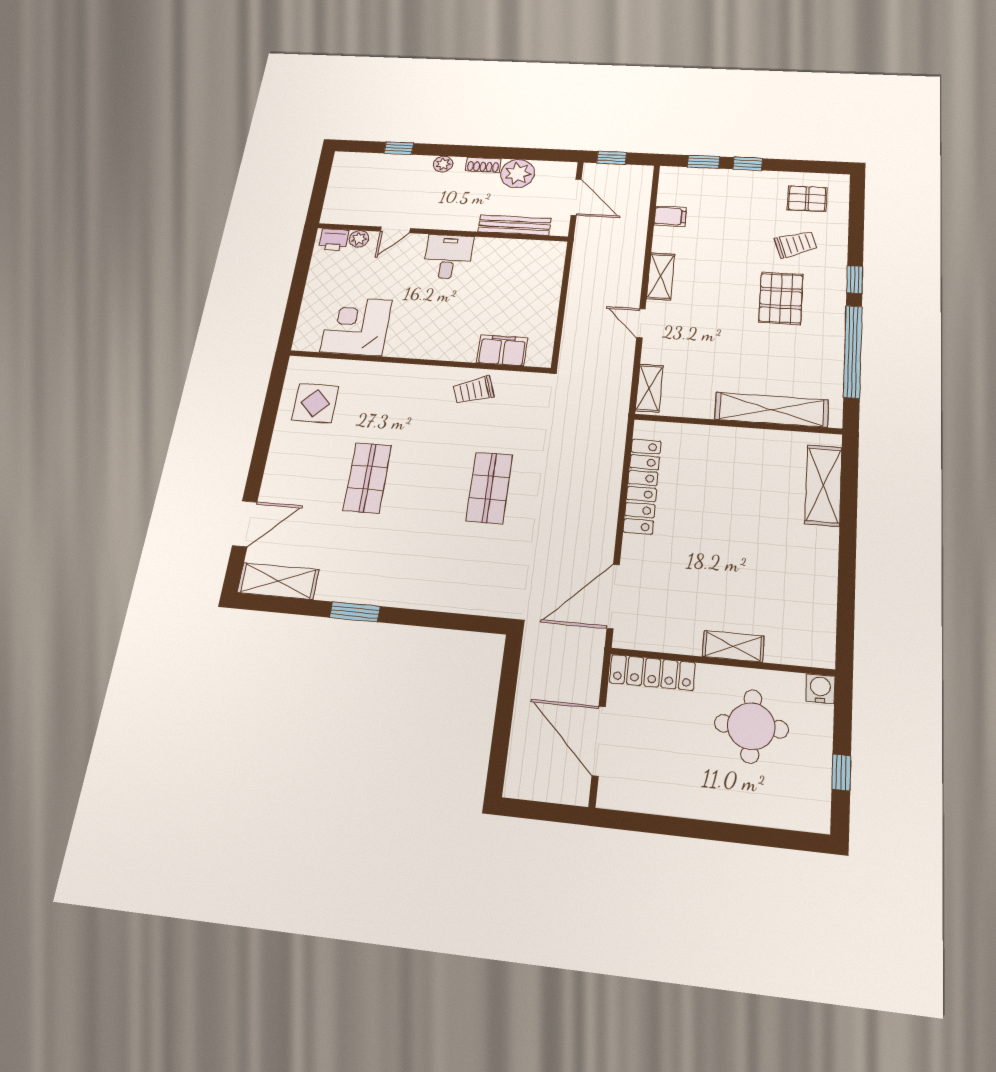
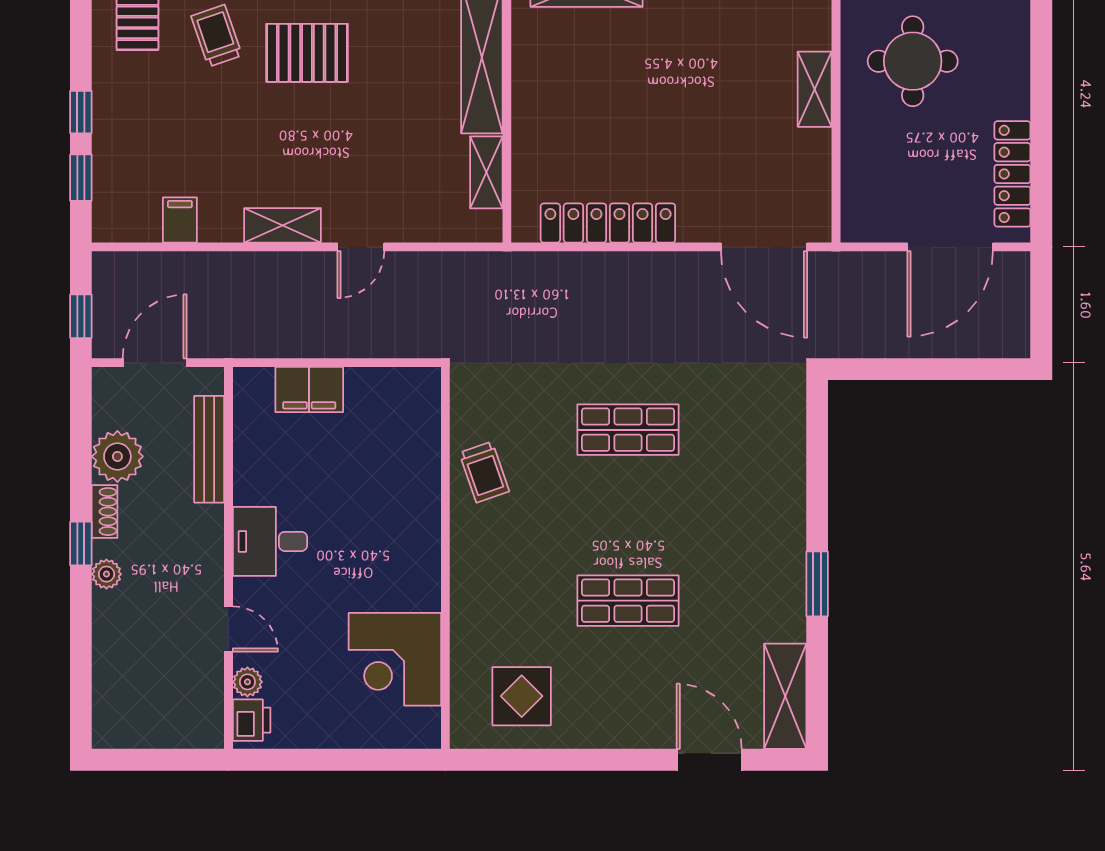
window: (399, 148) -> (81, 544), moved
filing cabinet: (502, 350) -> (309, 390), moved, turned -90
shelving: (649, 388) -> (486, 172), moved, turned 90
locker: (652, 673) -> (1012, 174), moved, turned 180

